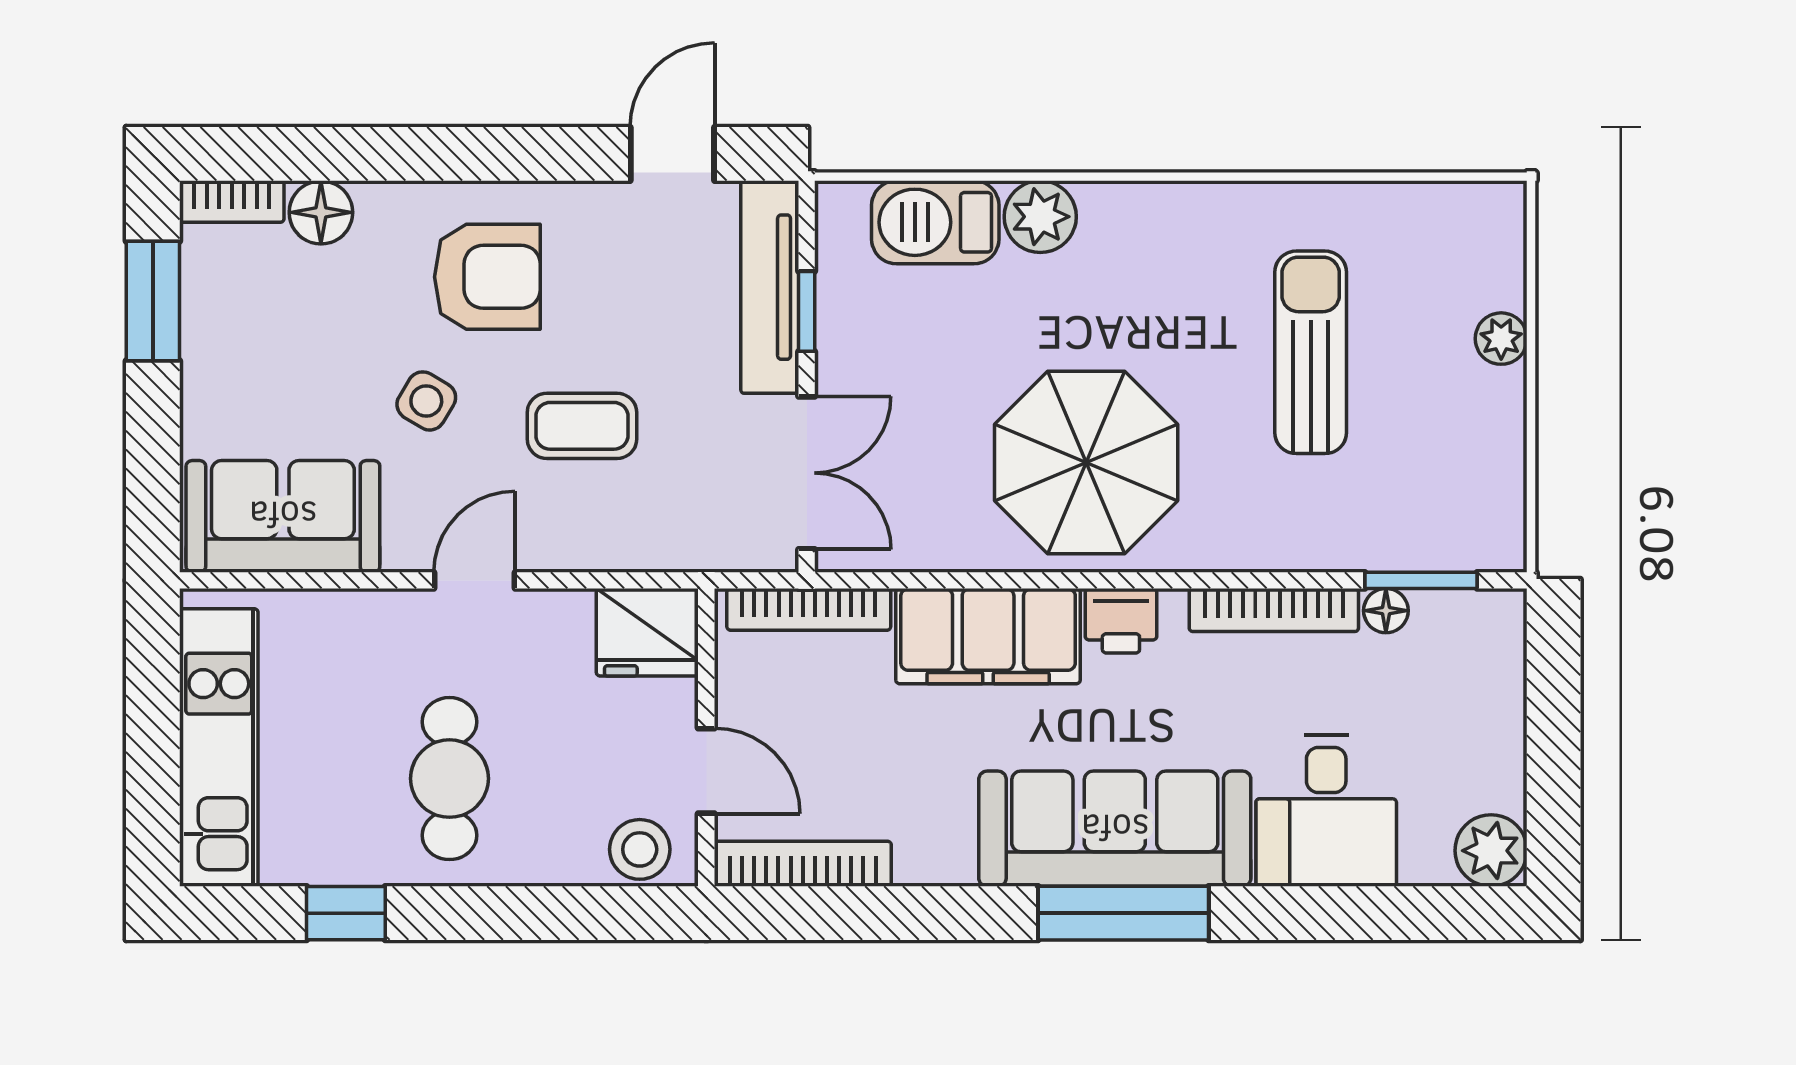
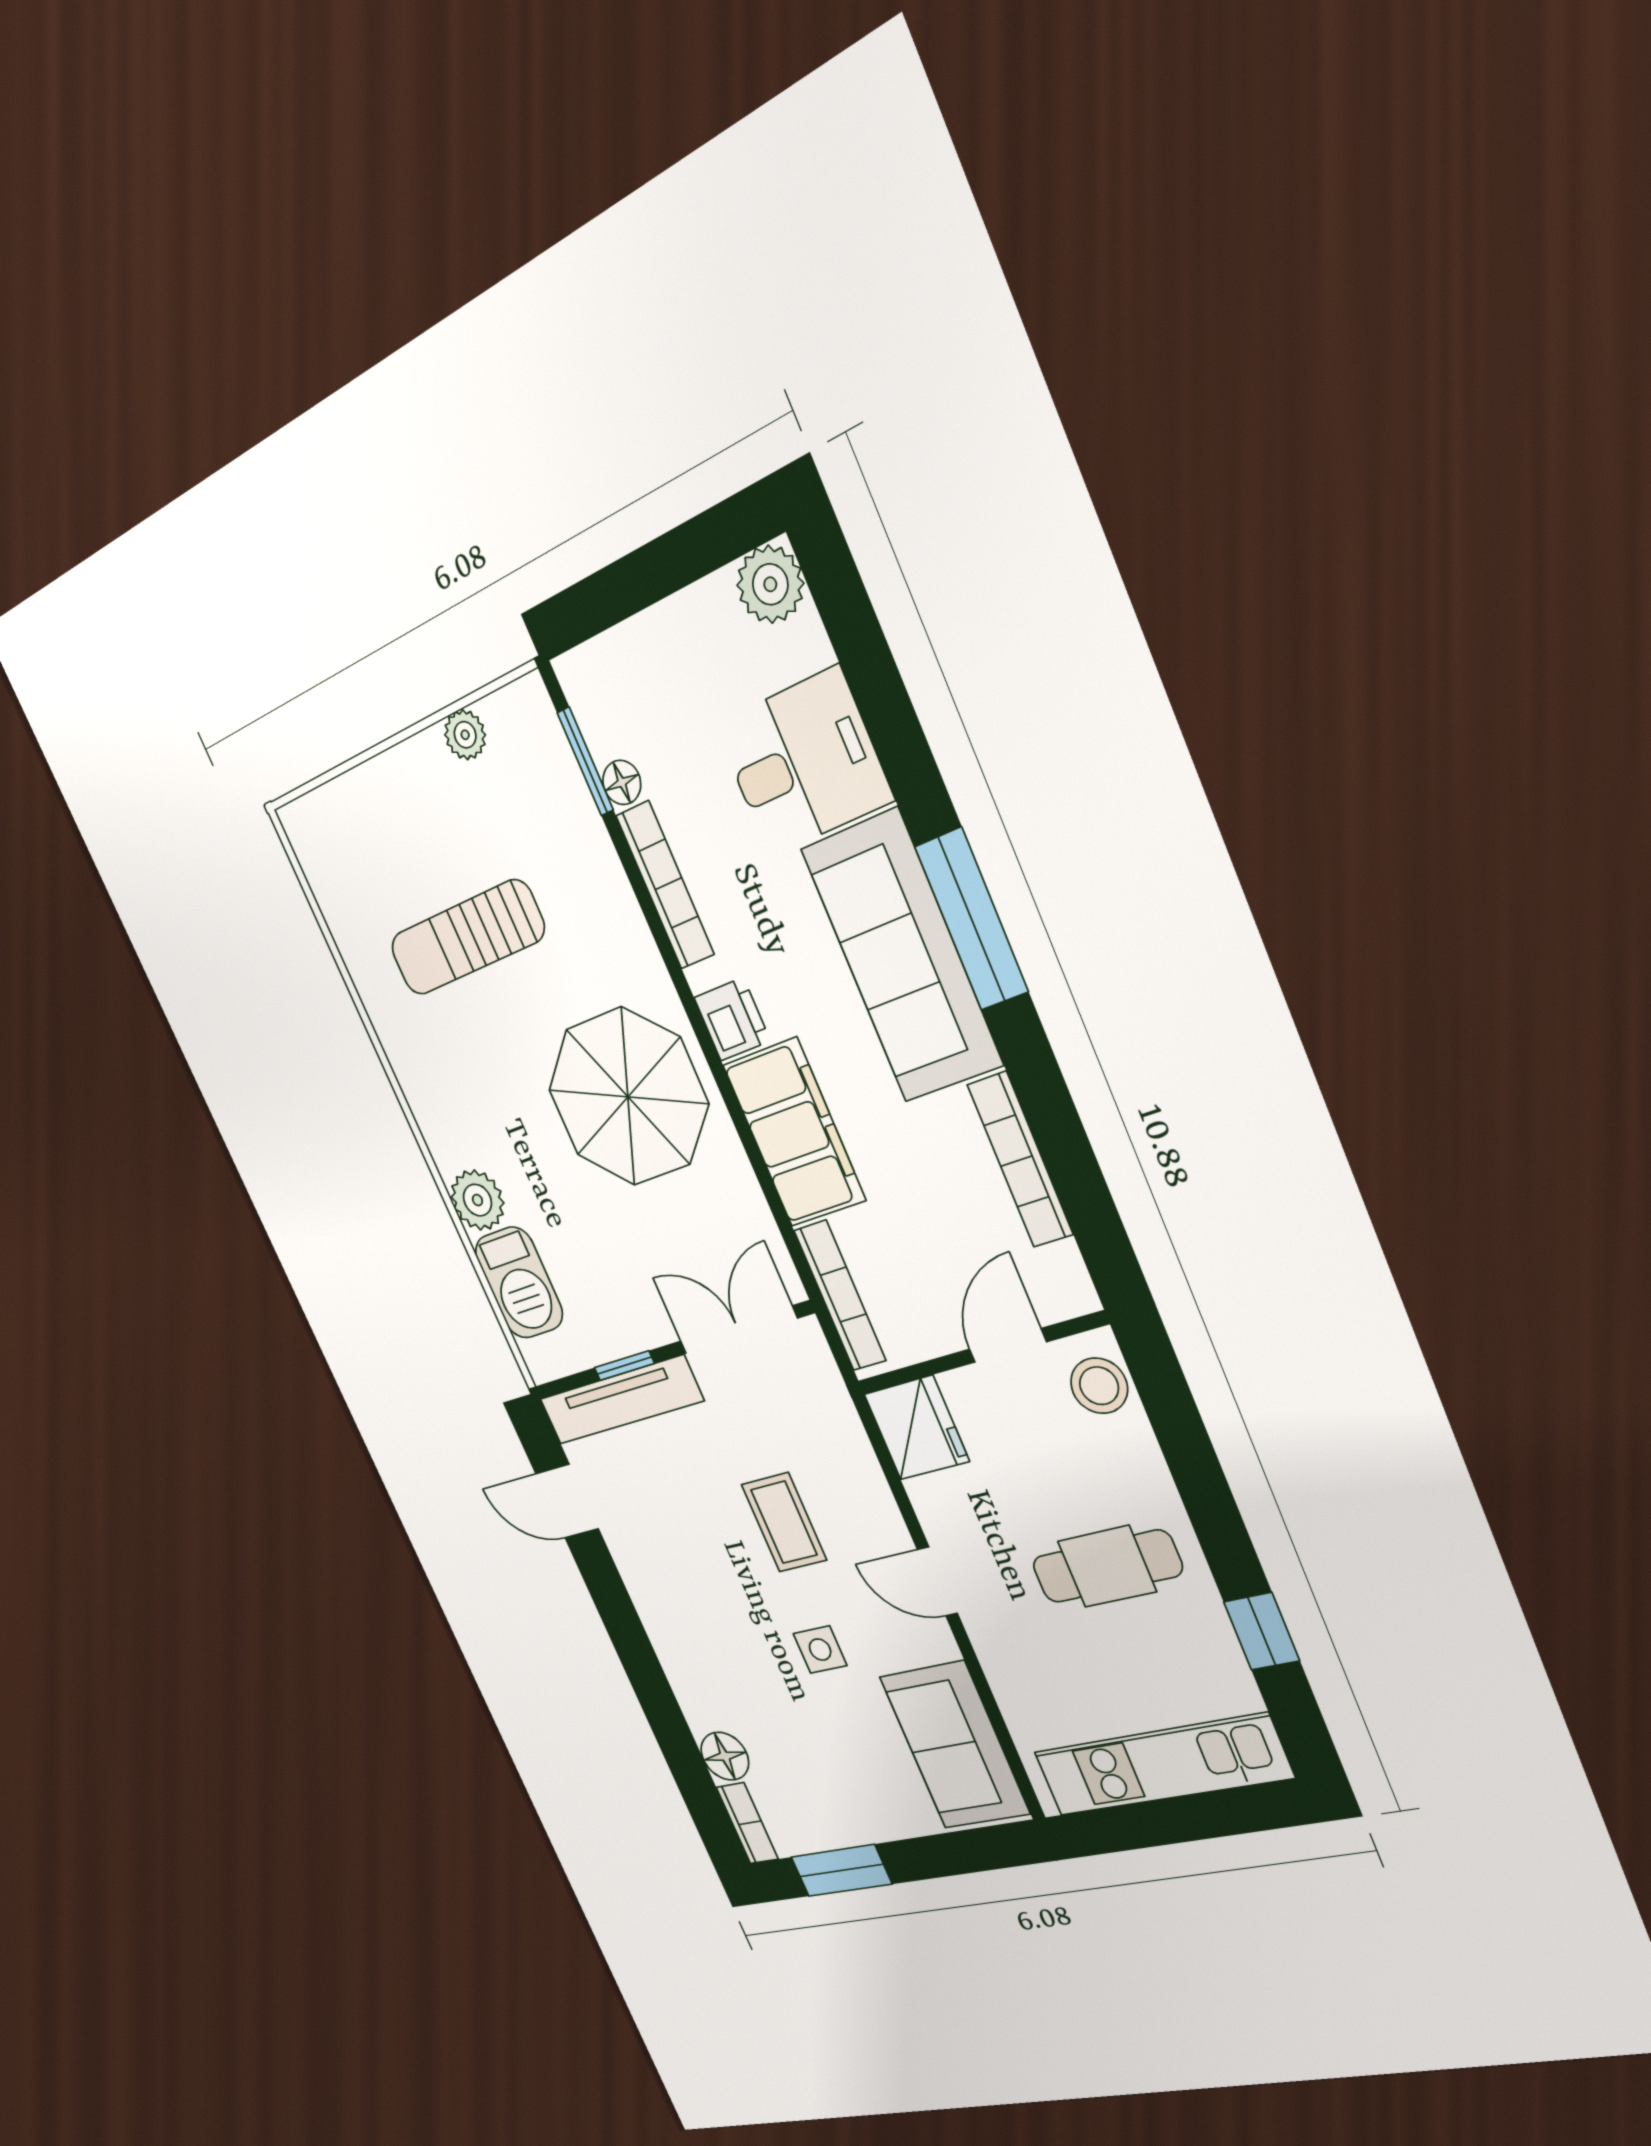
armchair: (487, 277) -> (712, 1622), removed
plant: (1501, 339) -> (465, 735), moved
side table: (426, 401) -> (820, 1650), turned -31
bookcase: (803, 864) -> (1020, 1160), moved

